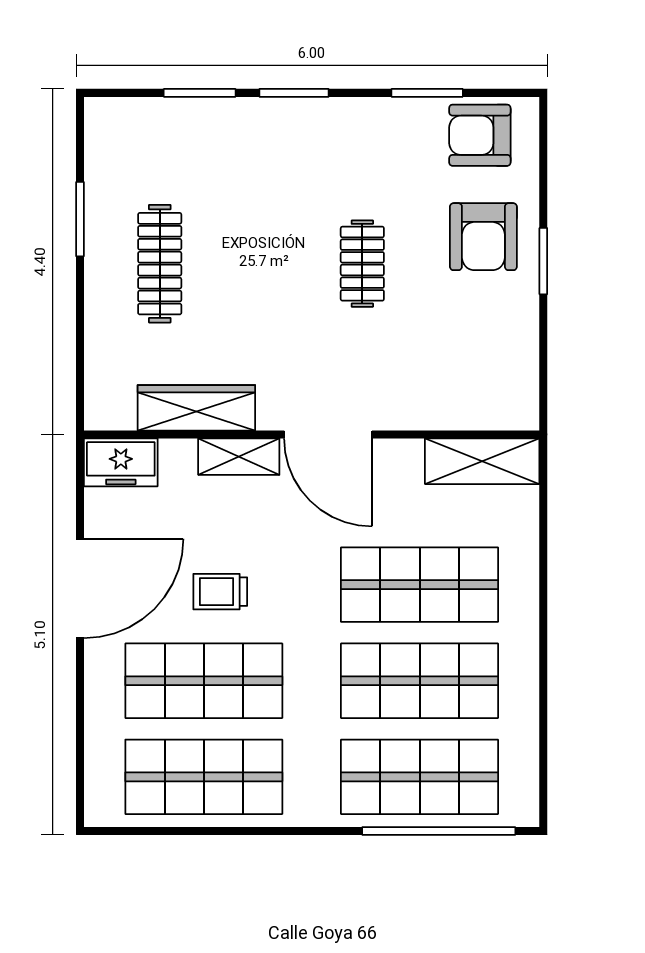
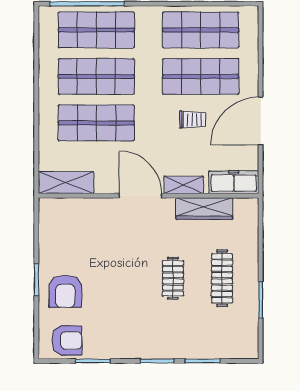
armchair: (483, 237) -> (65, 291), turned 180
clothes rail: (362, 264) -> (173, 278), moved
freezer: (121, 462) -> (234, 182), width x1.40

